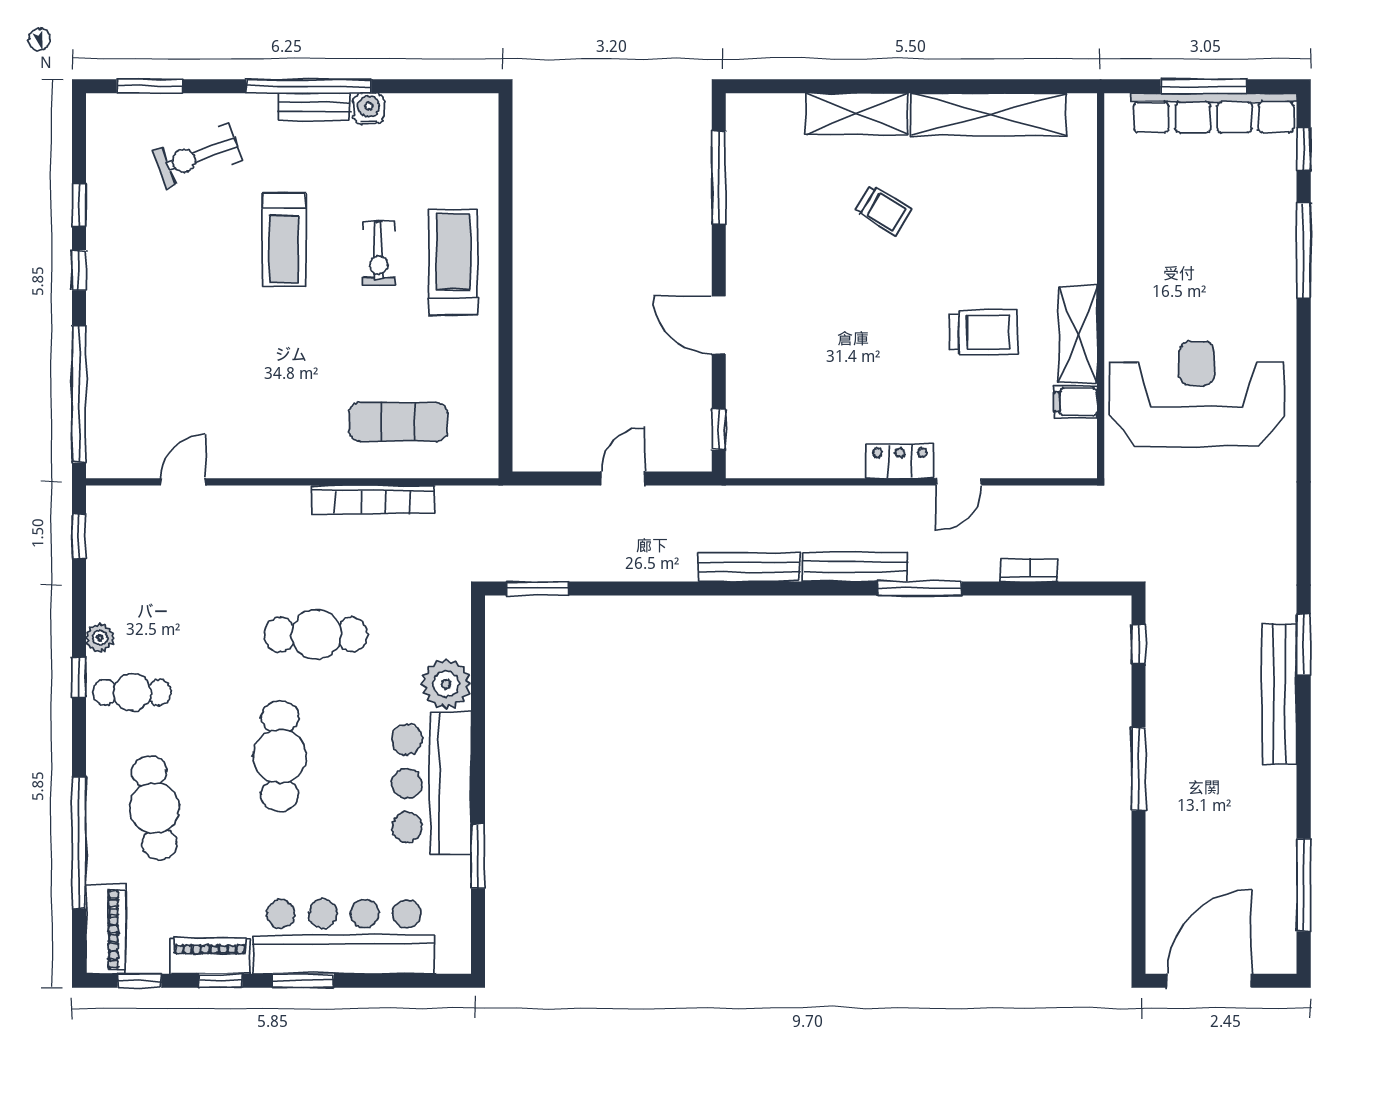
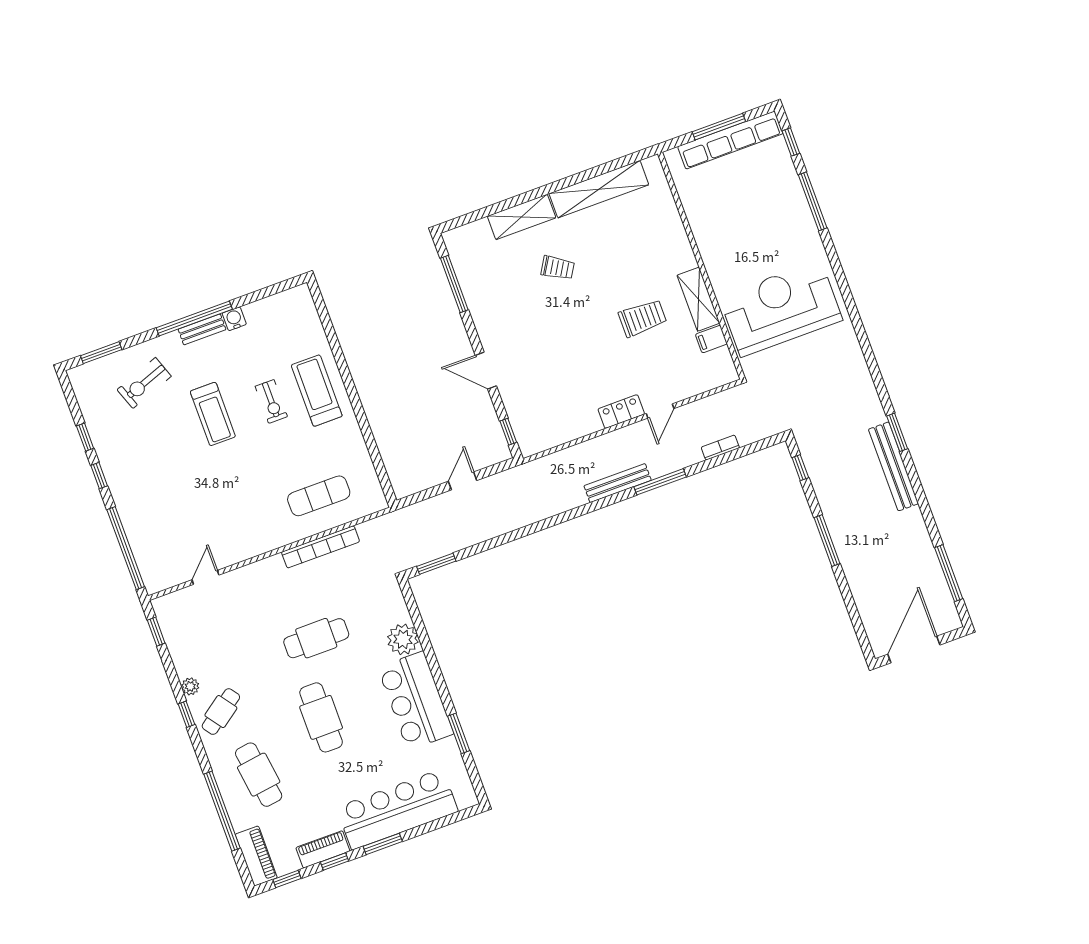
bench: (749, 567) -> (555, 506), removed
cafe table: (132, 692) -> (221, 712), turned -36

